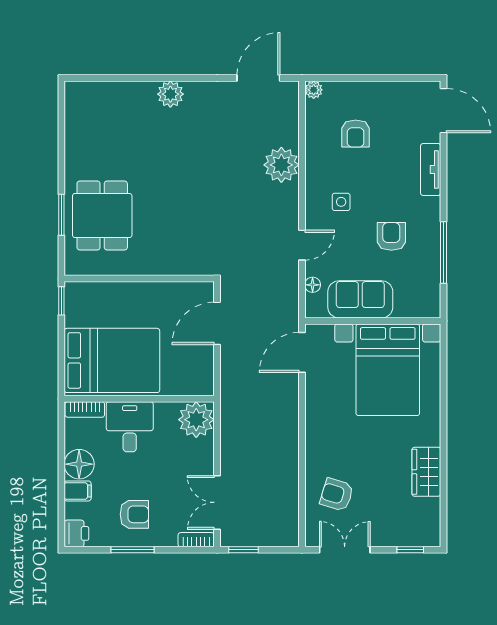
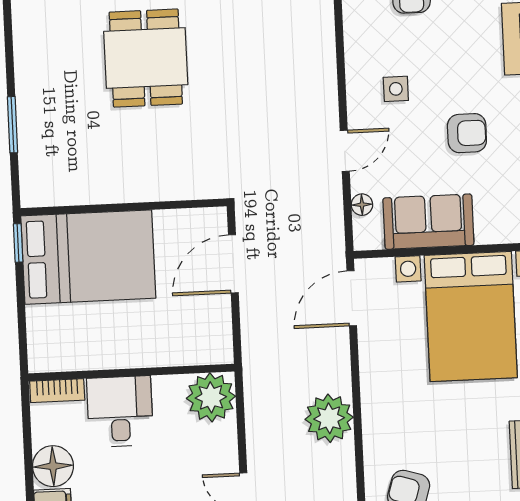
plant: (281, 165) -> (329, 418), moved
dining table: (102, 215) -> (146, 58), moved
armchair: (391, 236) -> (467, 133), turned 90
bed: (112, 360) -> (88, 257), moved

